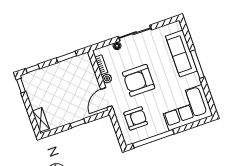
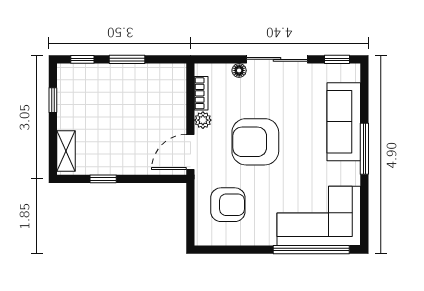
window: (166, 22) -> (337, 59), added
window: (67, 57) -> (127, 59), moved
window: (21, 86) -> (53, 100), moved
window: (78, 123) -> (103, 179), moved
window: (153, 139) -> (311, 250), moved

